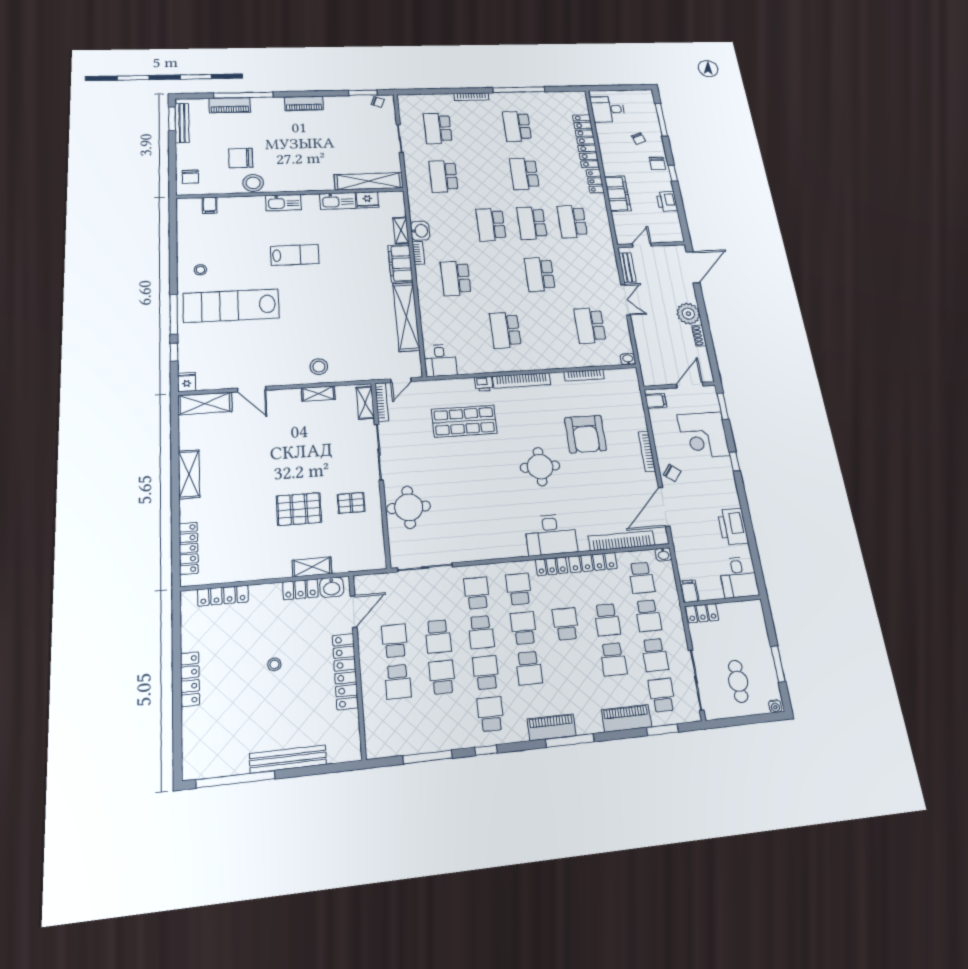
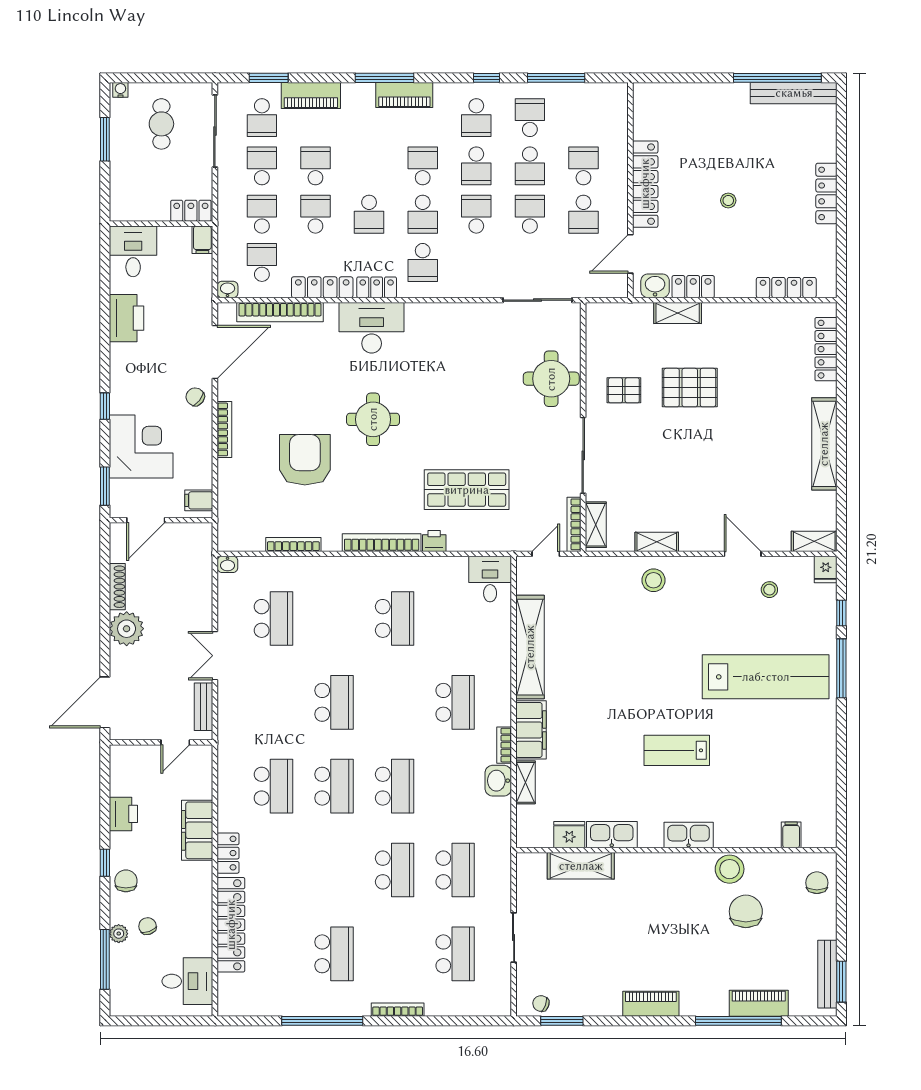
plant: (656, 134) -> (119, 934), added
chair: (241, 158) -> (746, 911), turned -90
school desk: (524, 174) -> (395, 870), moved
shelving: (369, 181) -> (581, 866), width x0.68
stool: (200, 270) -> (769, 590), moved
shoe rack: (699, 336) -> (117, 587), width x1.43
shelving: (205, 403) -> (814, 541), width x0.67, depth x0.75
shelving: (189, 474) -> (824, 444), width x1.47
school desk: (477, 593) -> (530, 118), moved, turned 180
bench: (288, 759) -> (794, 93), moved

